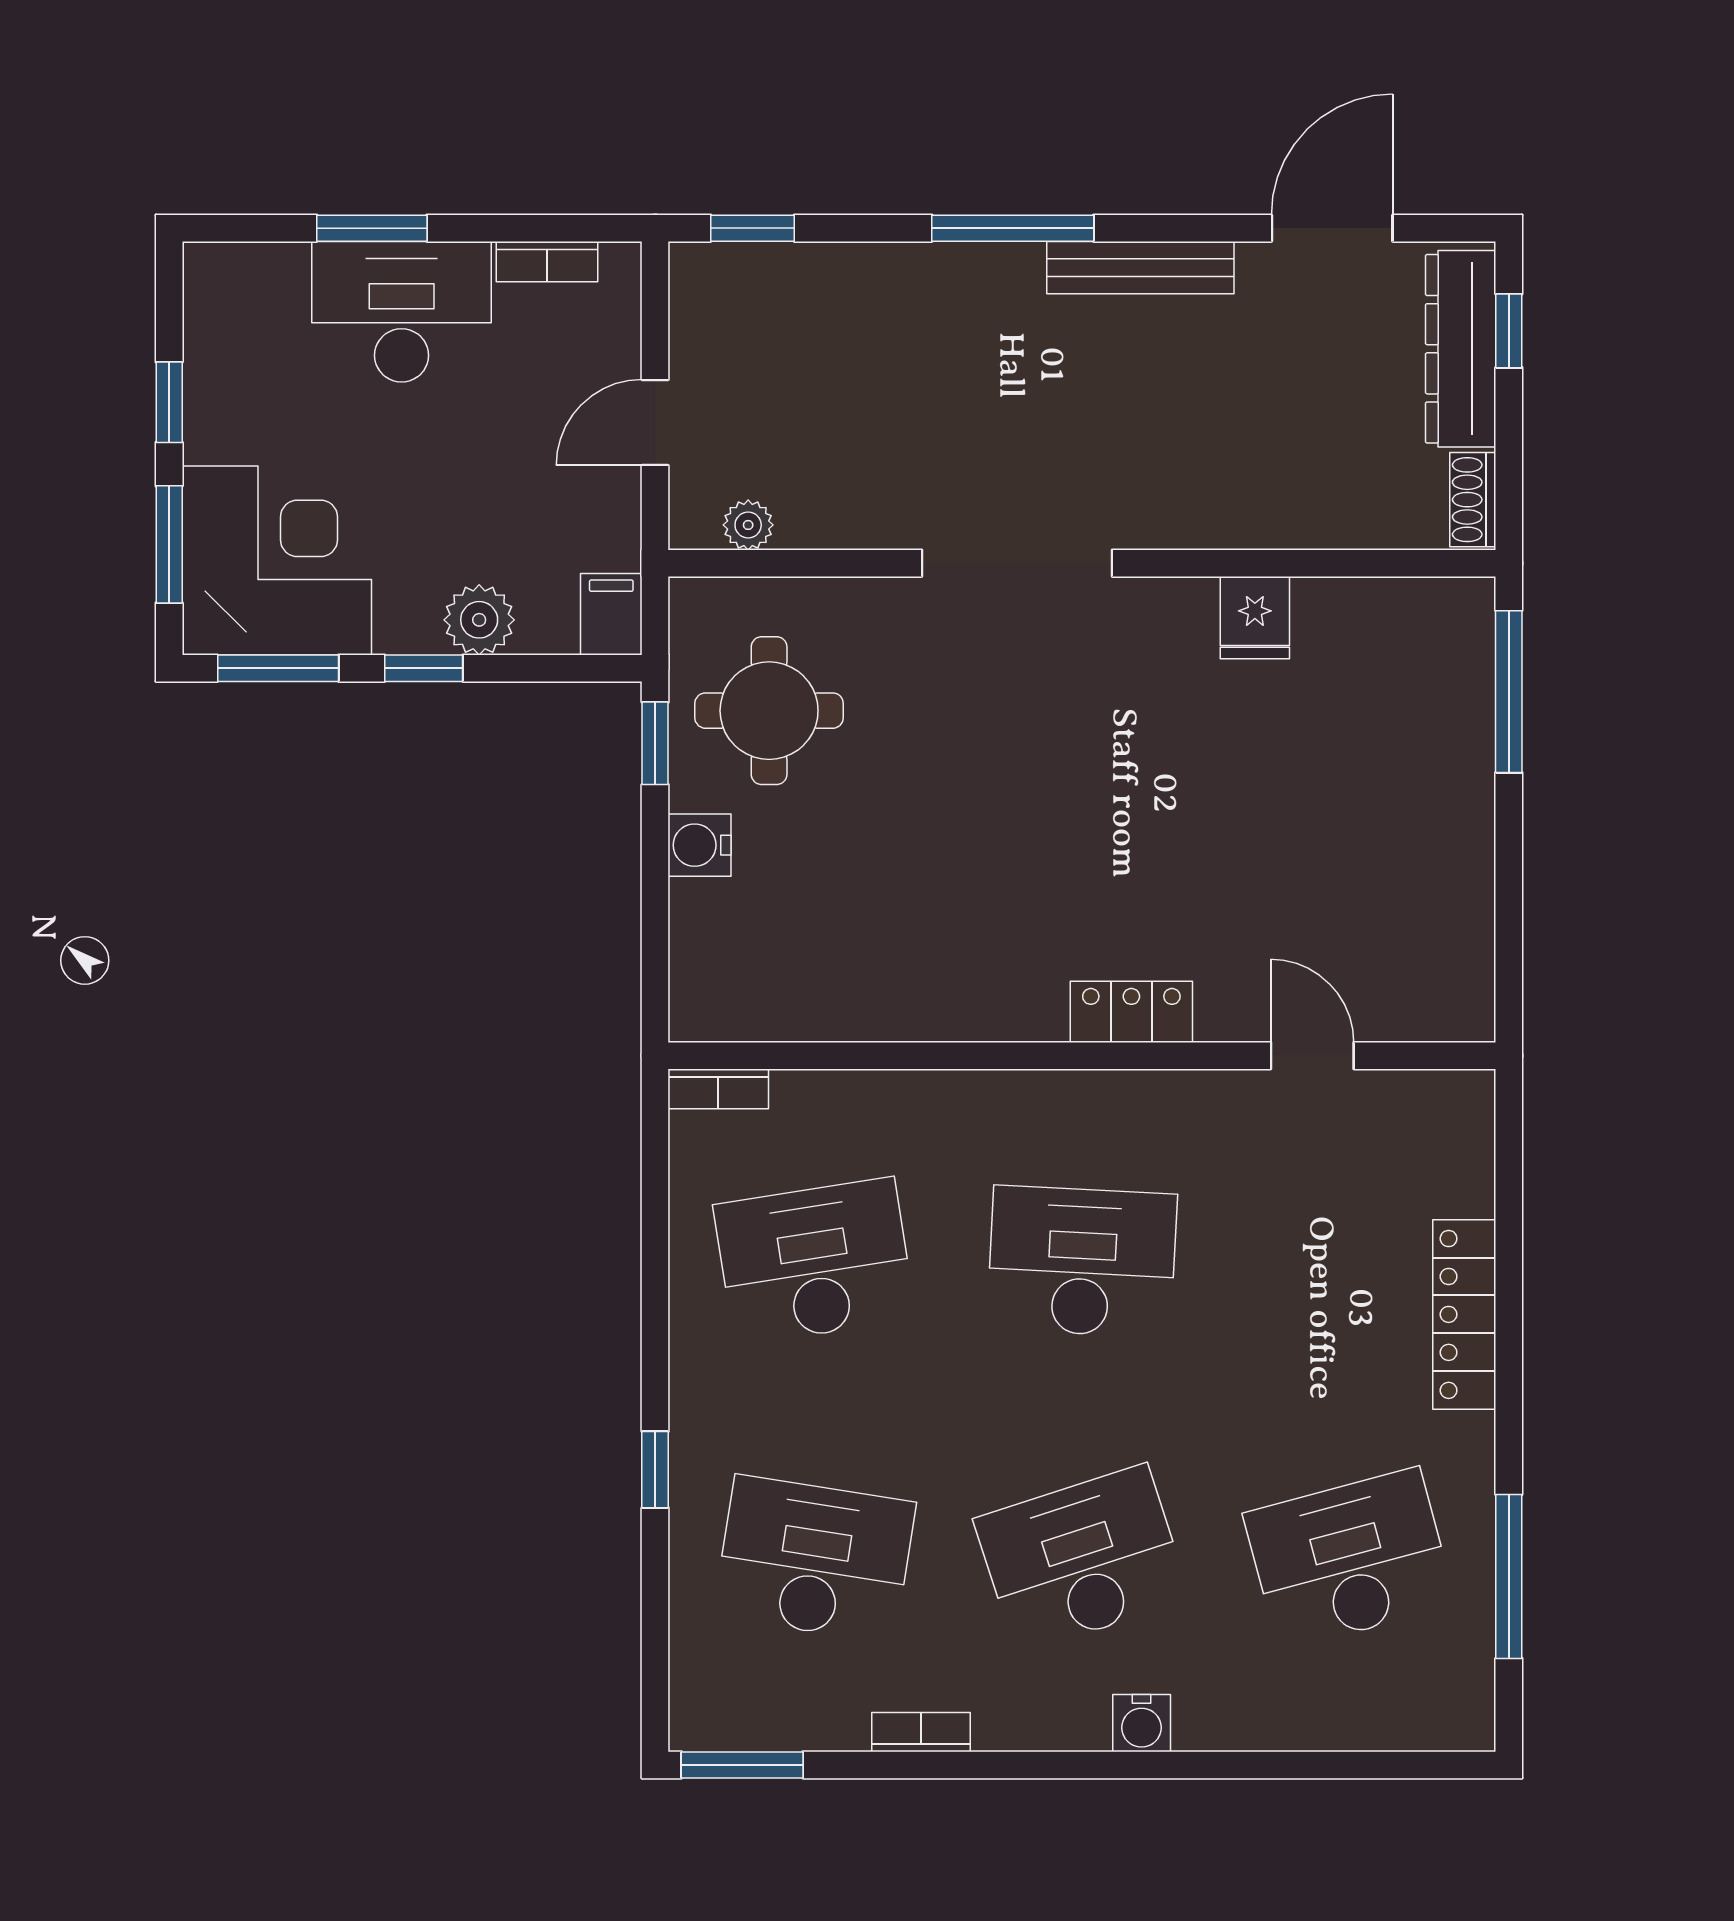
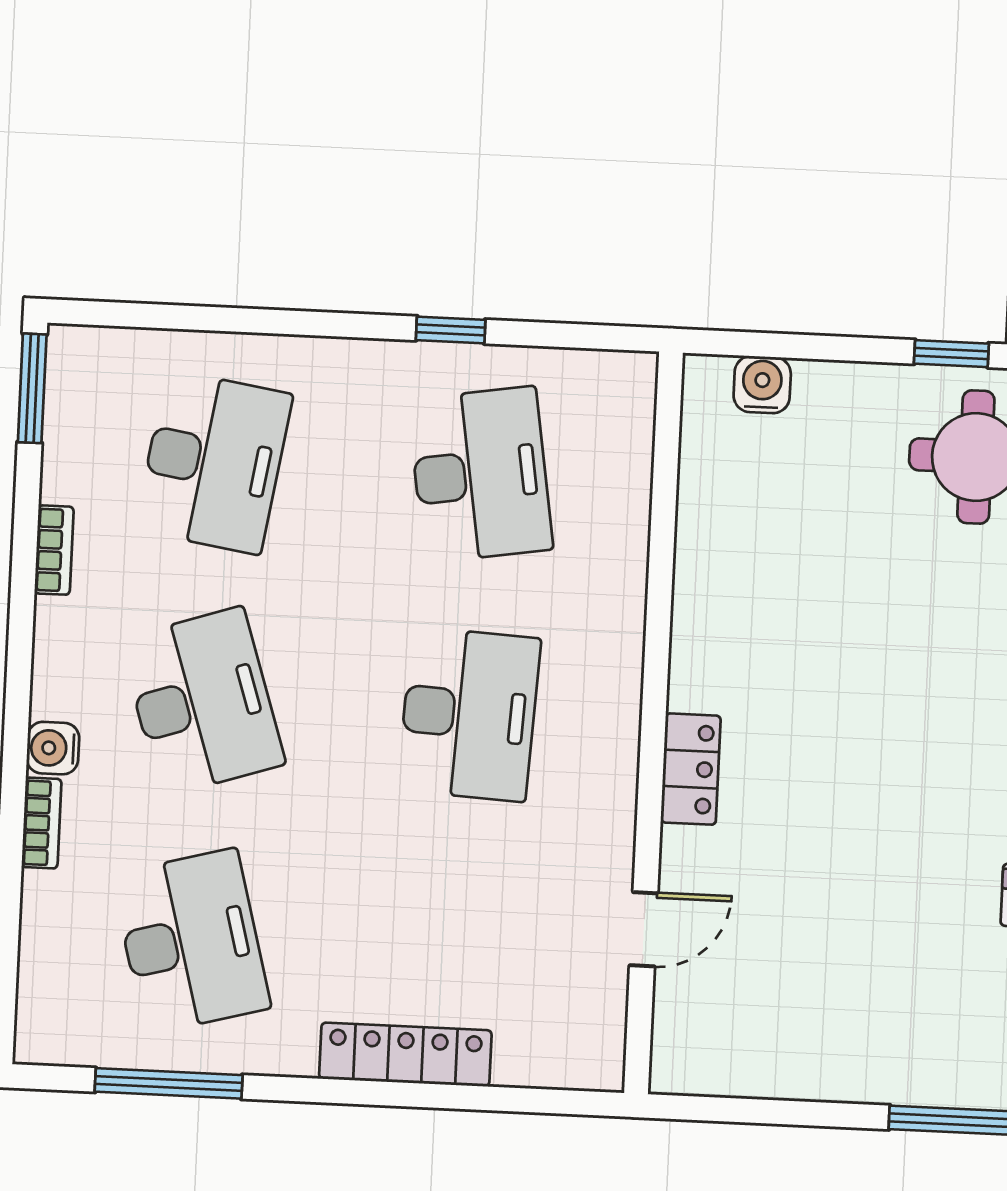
water cooler: (700, 845) -> (762, 385), moved
bookcase: (718, 1089) -> (41, 823), moved, turned 180
window: (655, 1470) -> (451, 330), moved

